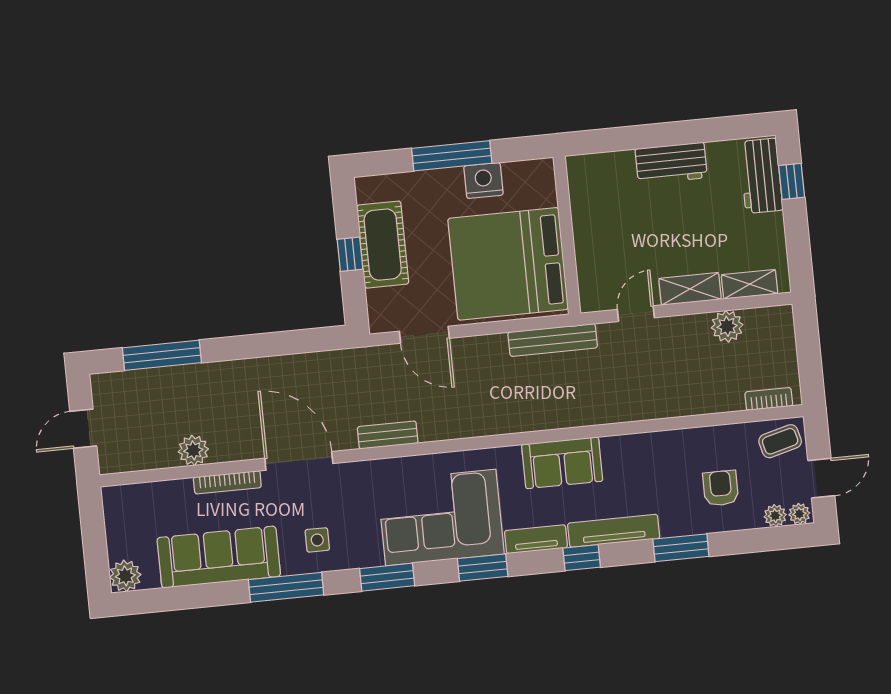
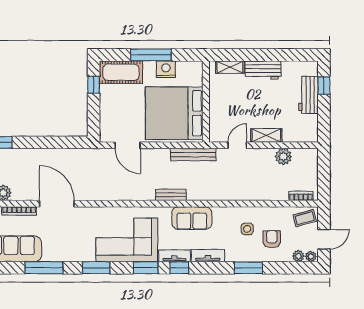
workbench: (761, 176) -> (308, 95), moved
cot: (383, 245) -> (121, 72), moved, turned 90
window: (350, 254) -> (94, 85), moved
shelving: (750, 284) -> (230, 67), moved
bench: (388, 435) -> (171, 195), moved
tv unit: (614, 531) -> (208, 256), width x0.71
side table: (317, 540) -> (247, 229), moved
window: (582, 558) -> (179, 268), moved

